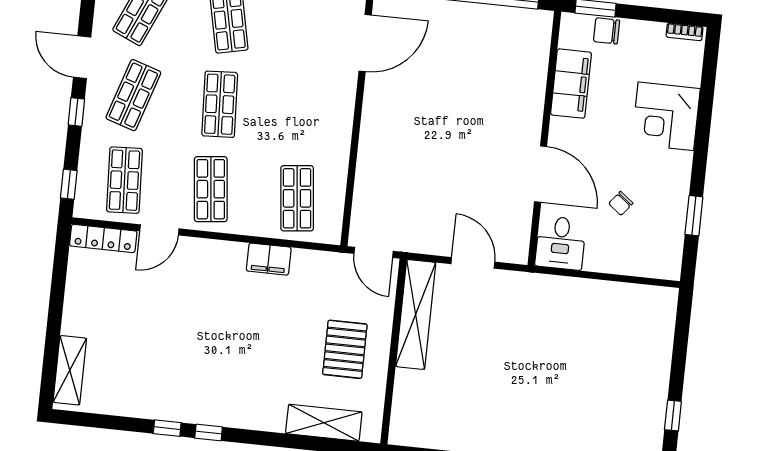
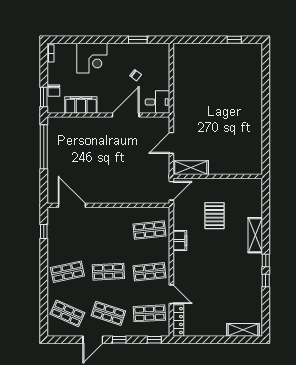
shelving: (416, 314) -> (191, 168), width x0.68
pallet: (345, 349) -> (215, 216), moved, turned 90
shelving: (324, 423) -> (255, 235), moved

